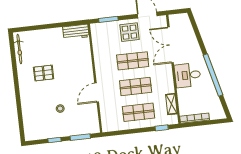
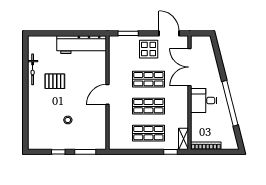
workbench: (76, 32) -> (82, 45), width x1.88, depth x1.32
bicycle: (19, 49) -> (33, 69), moved
door: (97, 93) -> (107, 94), moved
shelving: (171, 104) -> (184, 139), moved

